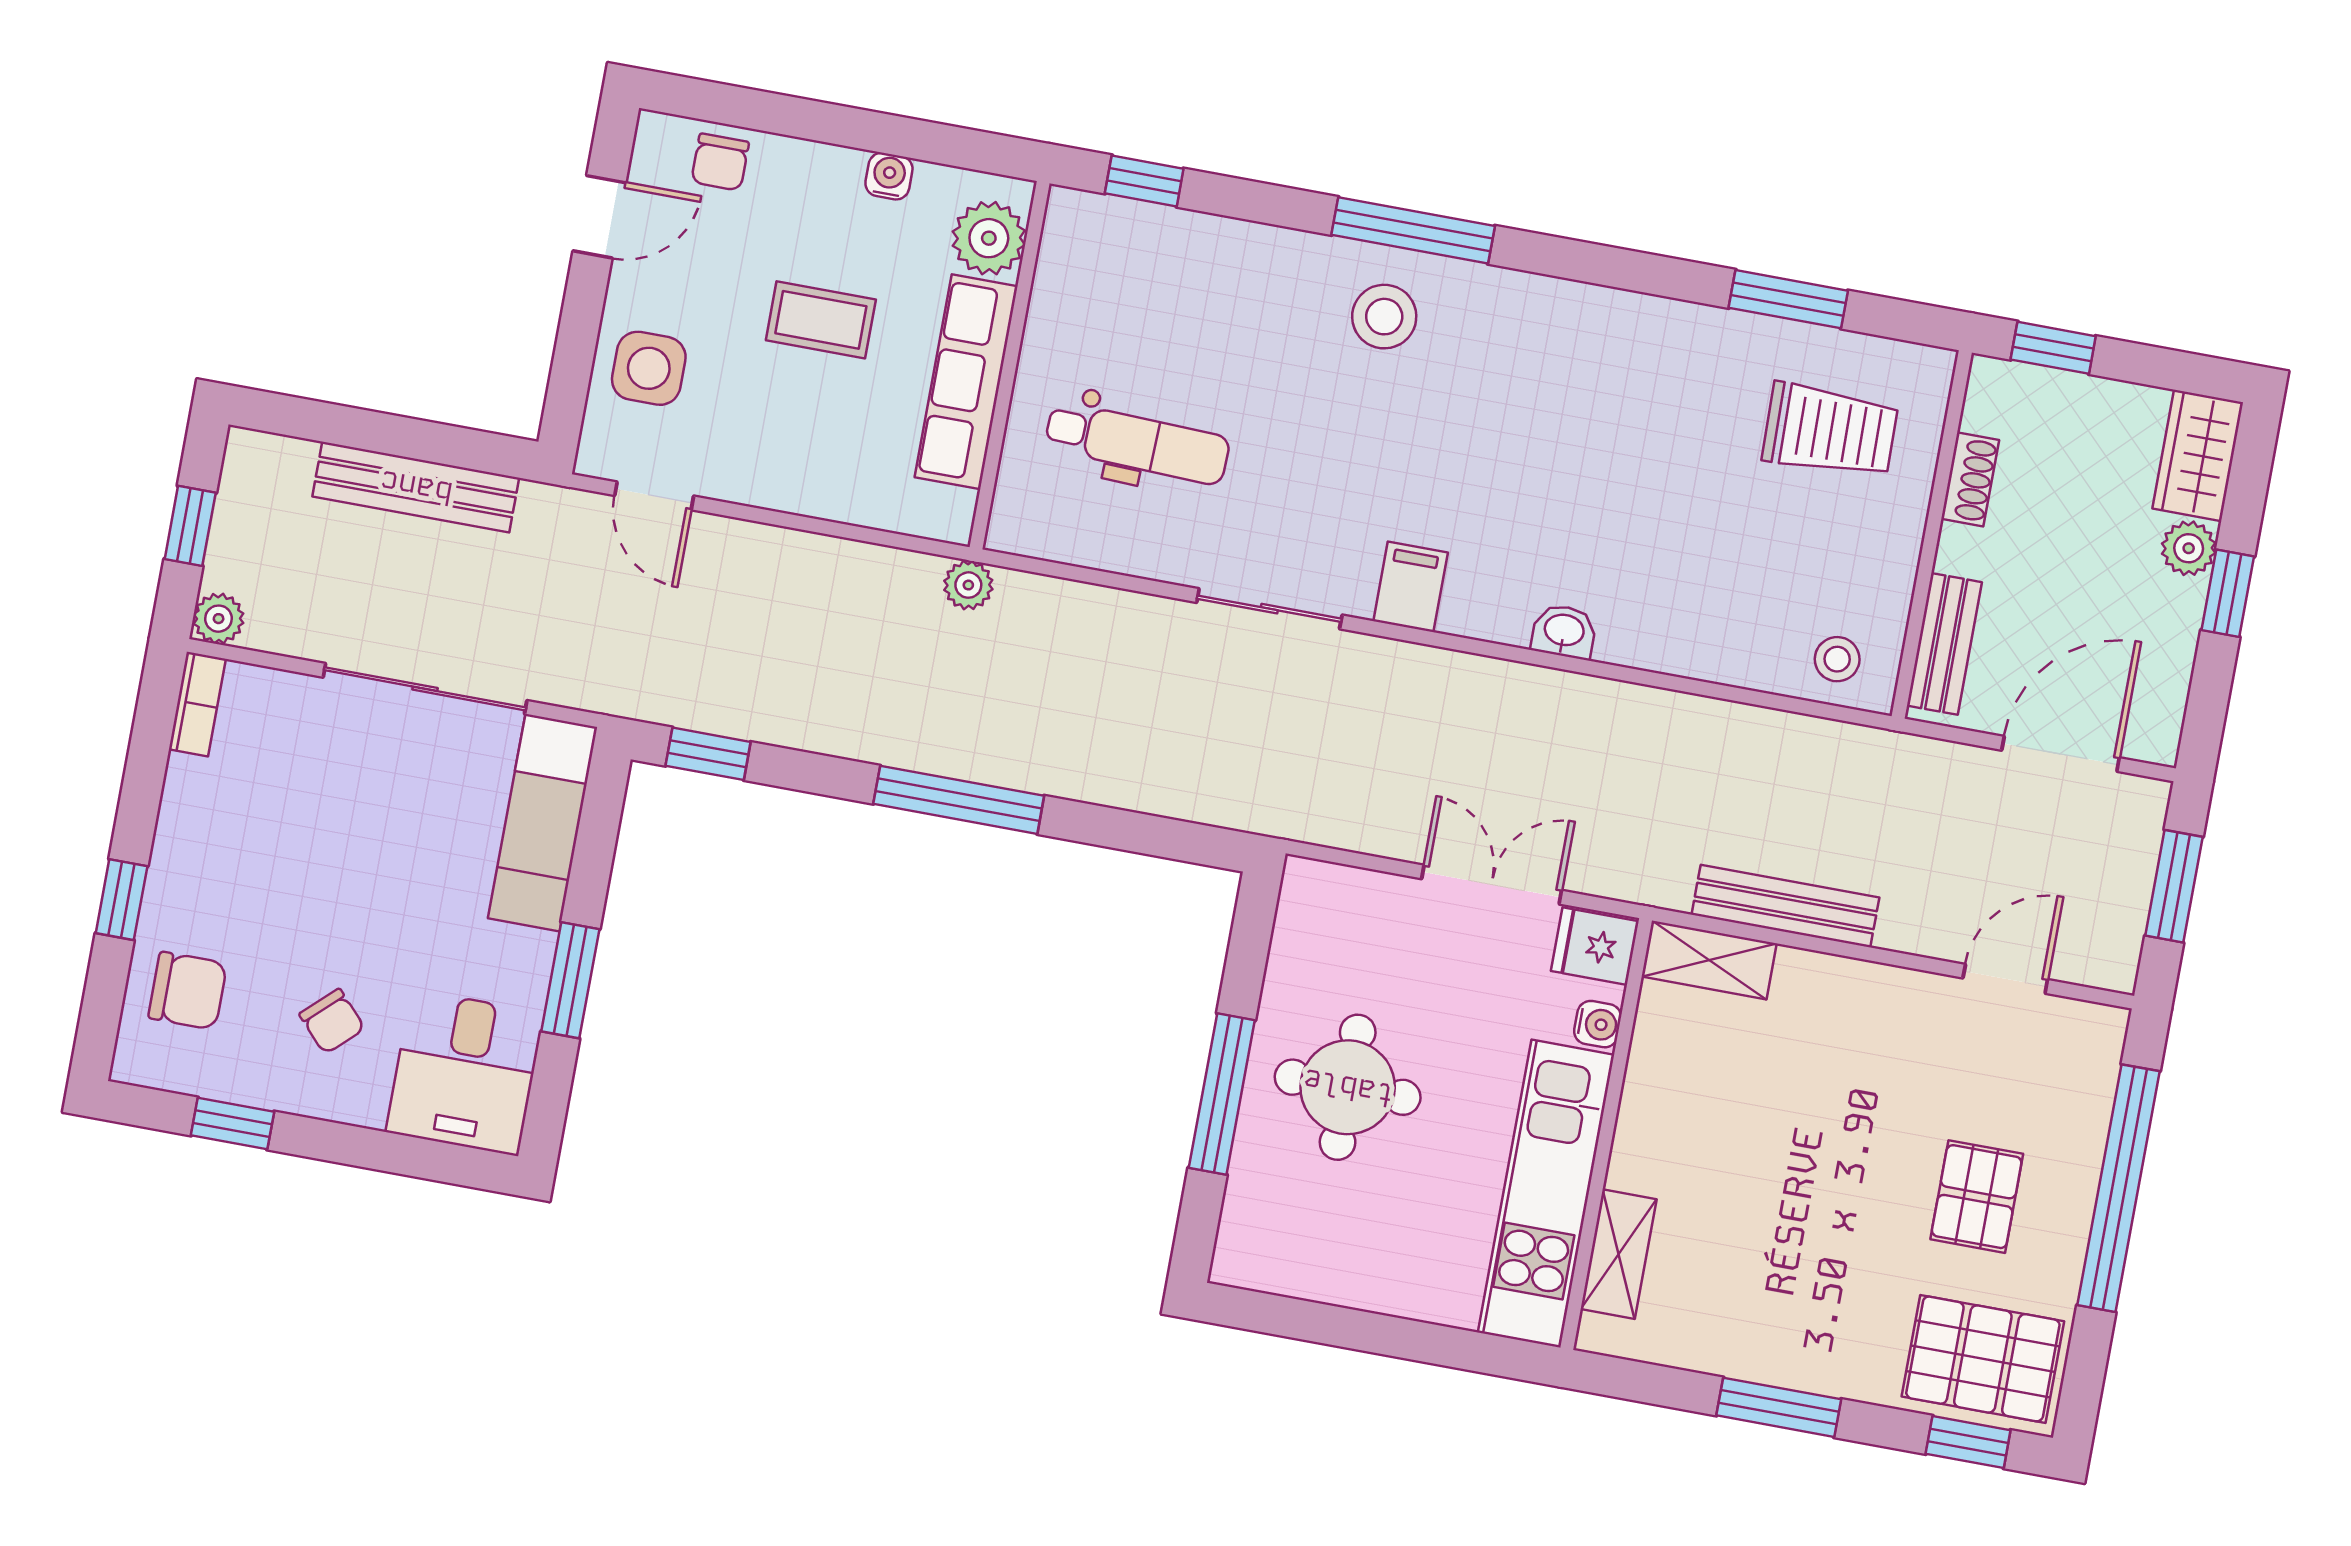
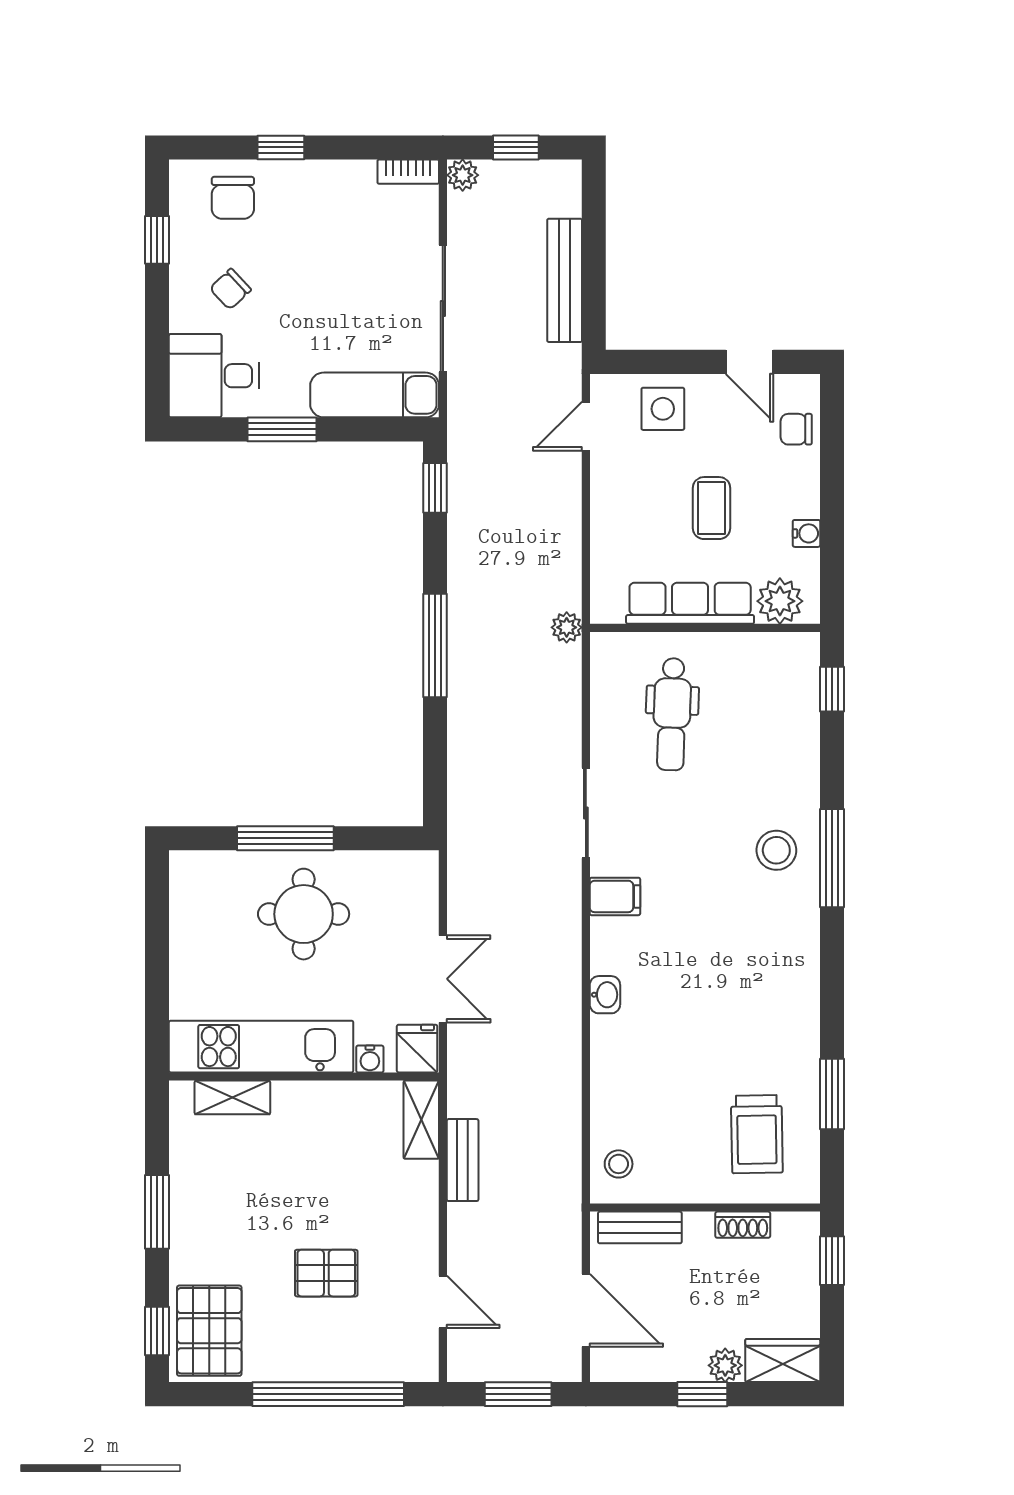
bench: (1785, 906) -> (463, 1160), width x0.73
pallet: (1977, 1197) -> (326, 1273), moved

